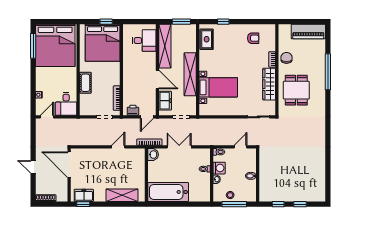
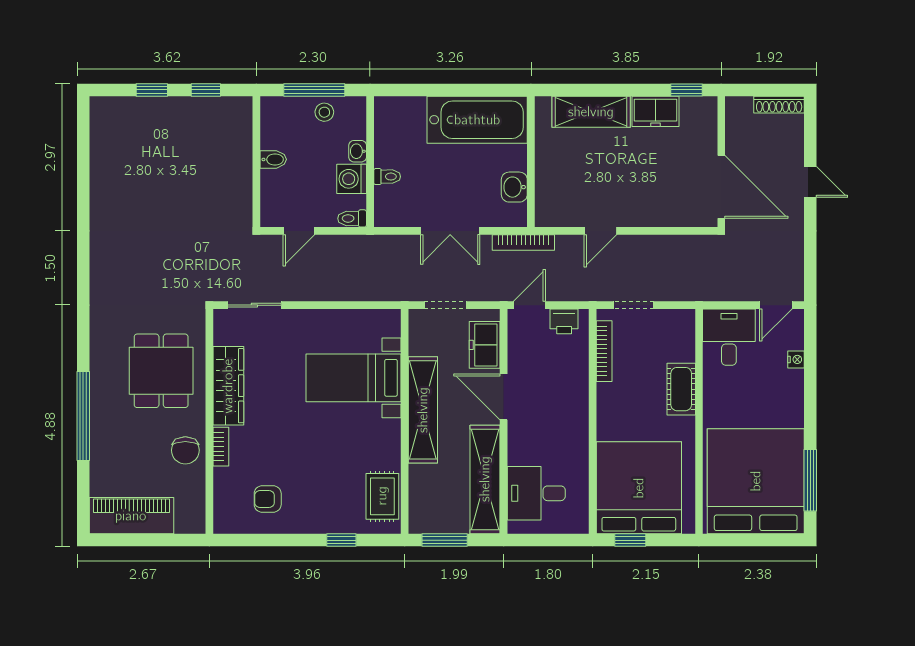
washbasin: (153, 155) -> (514, 187), moved
freezer: (84, 195) -> (656, 111), moved

